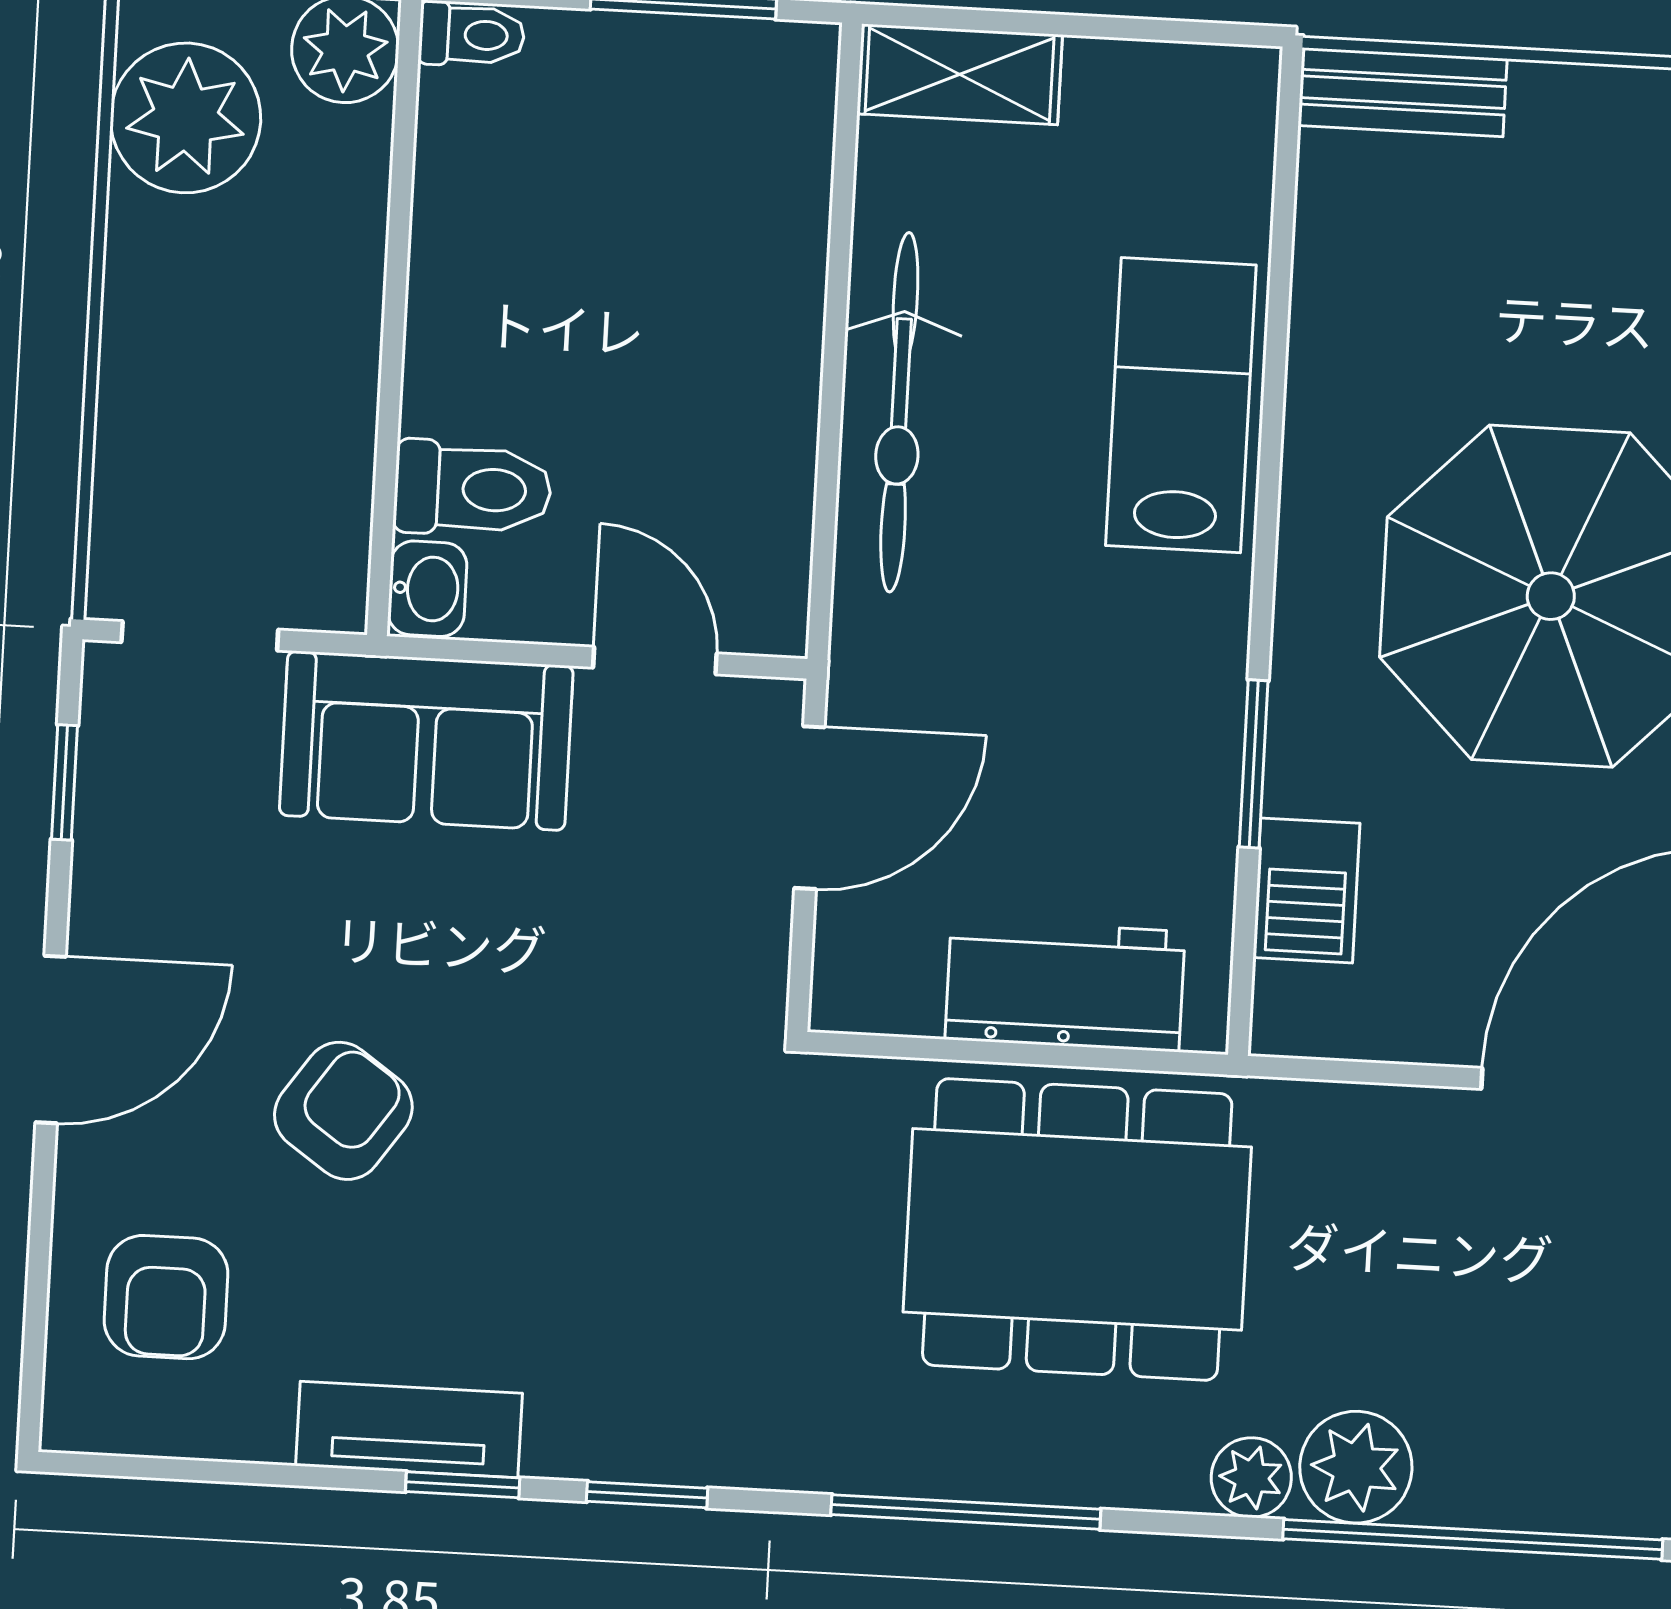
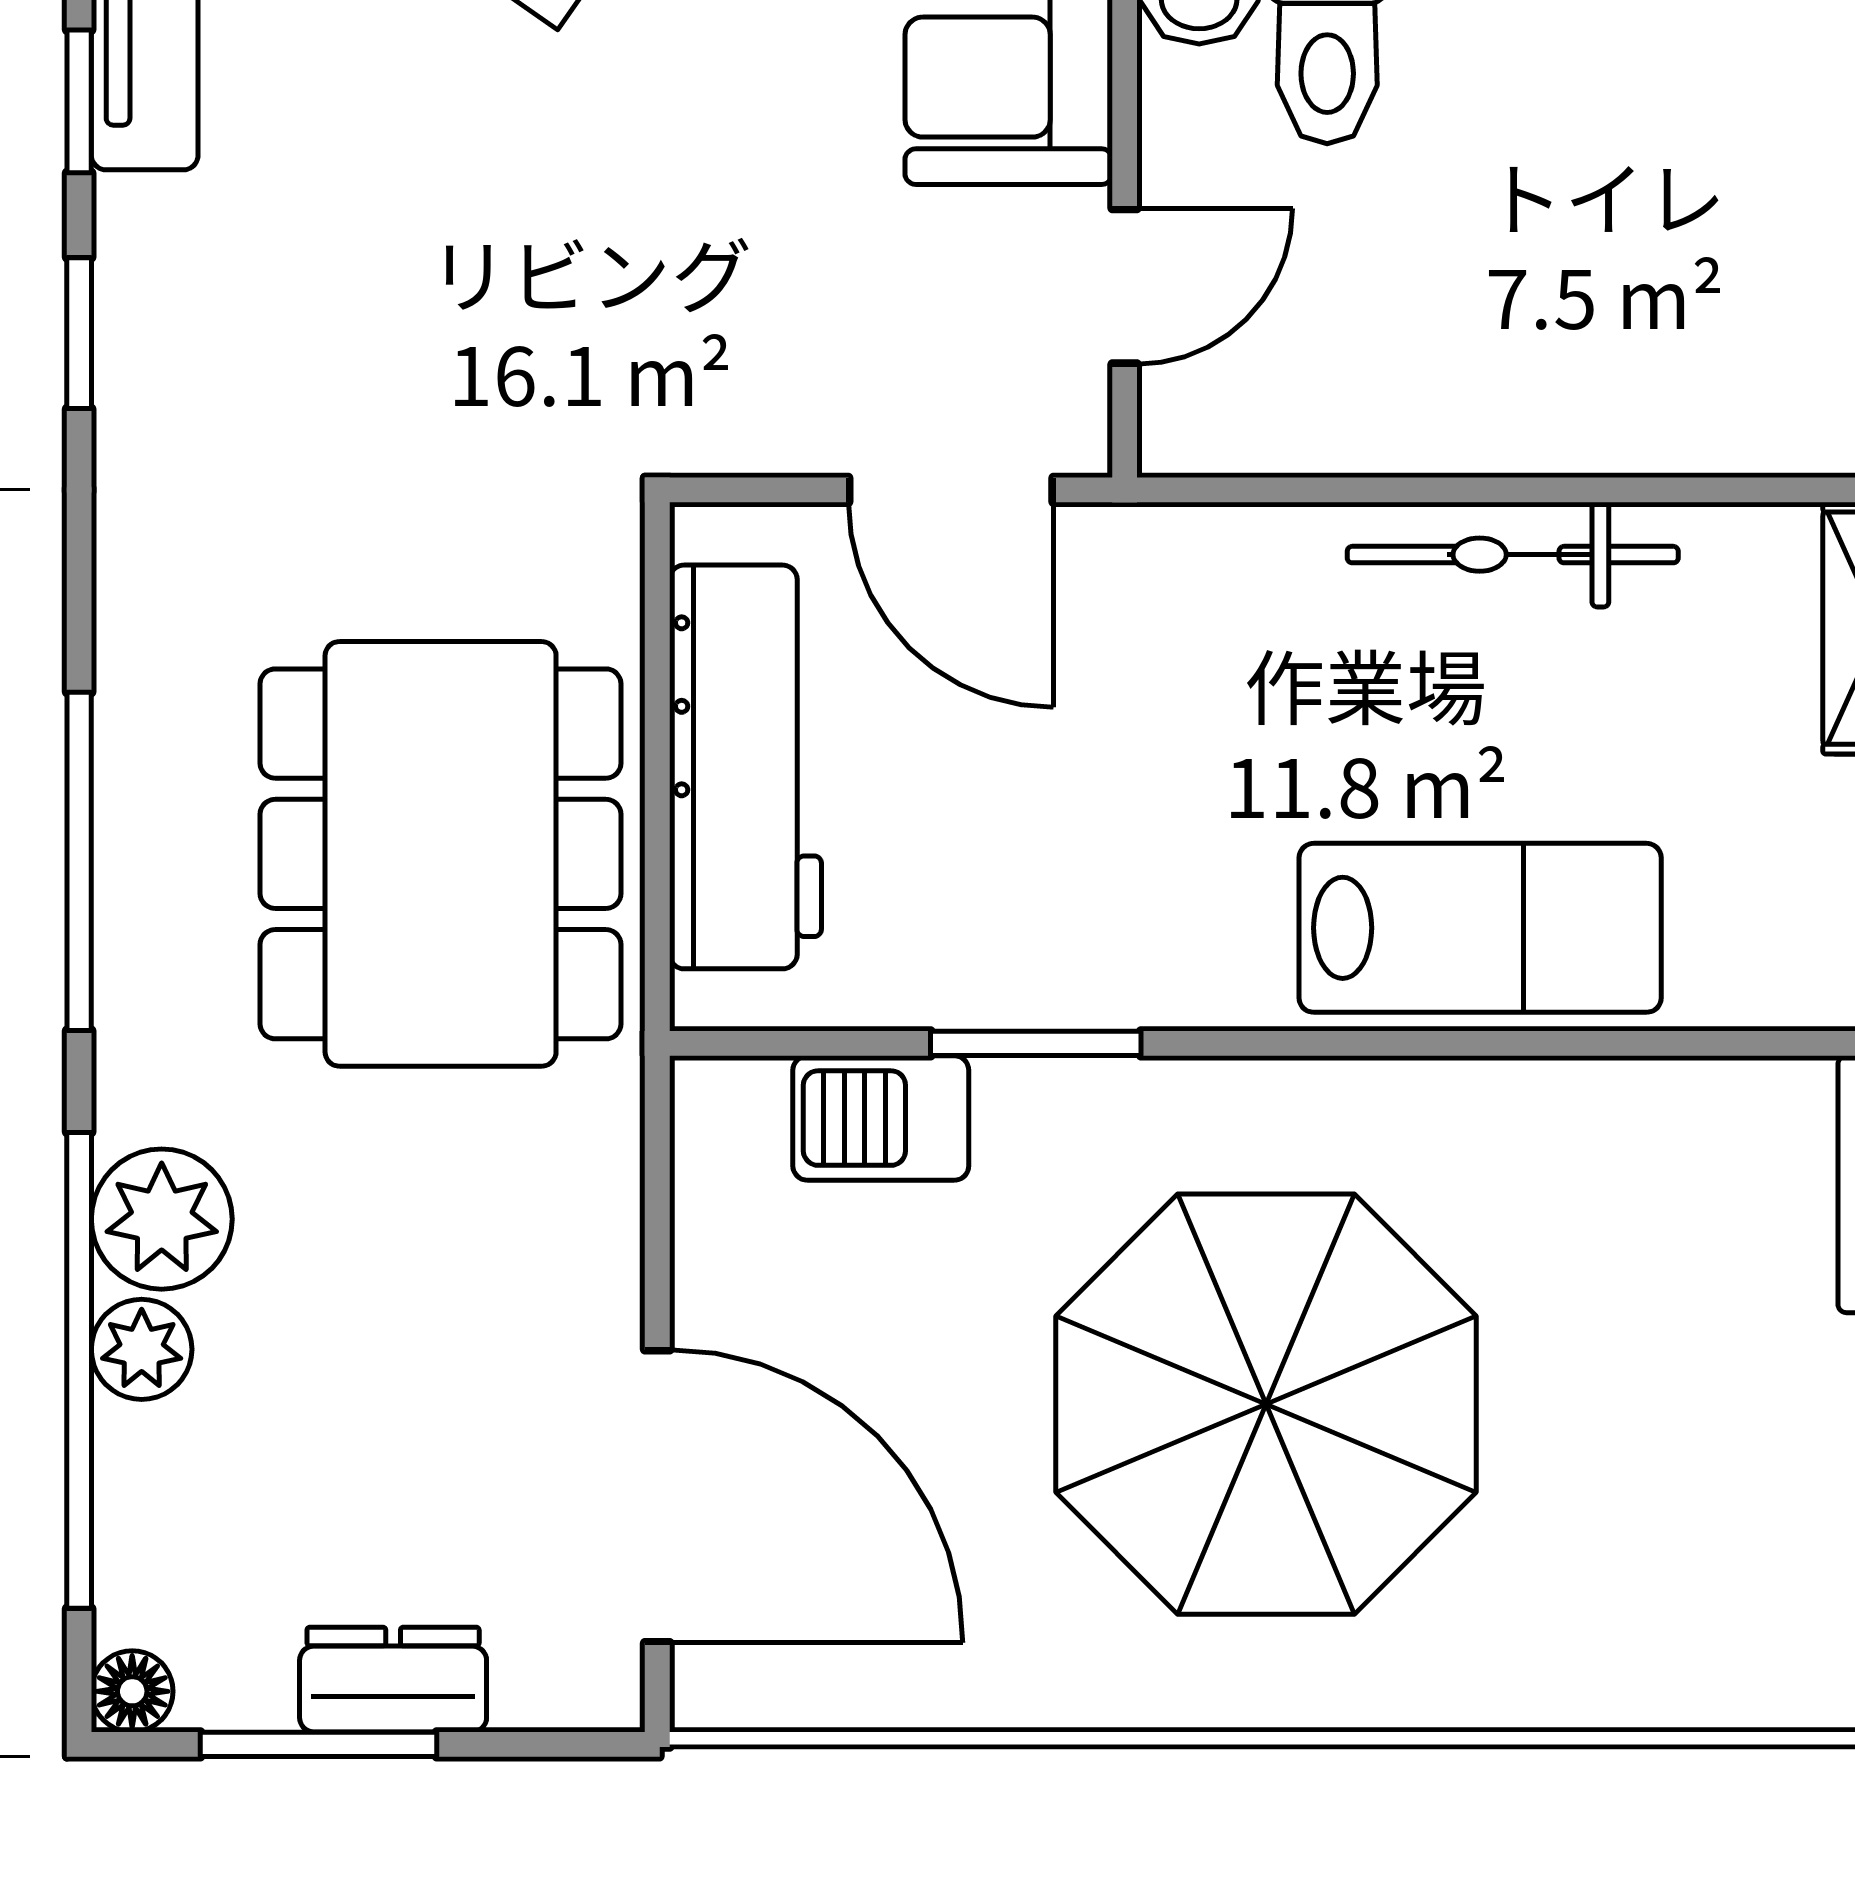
bicycle: (899, 412) -> (1513, 555), width x0.73, depth x0.71
workbench: (1065, 985) -> (745, 767), width x1.37
plant: (1251, 1478) -> (142, 1349), moved
window: (966, 1512) -> (79, 861), moved

